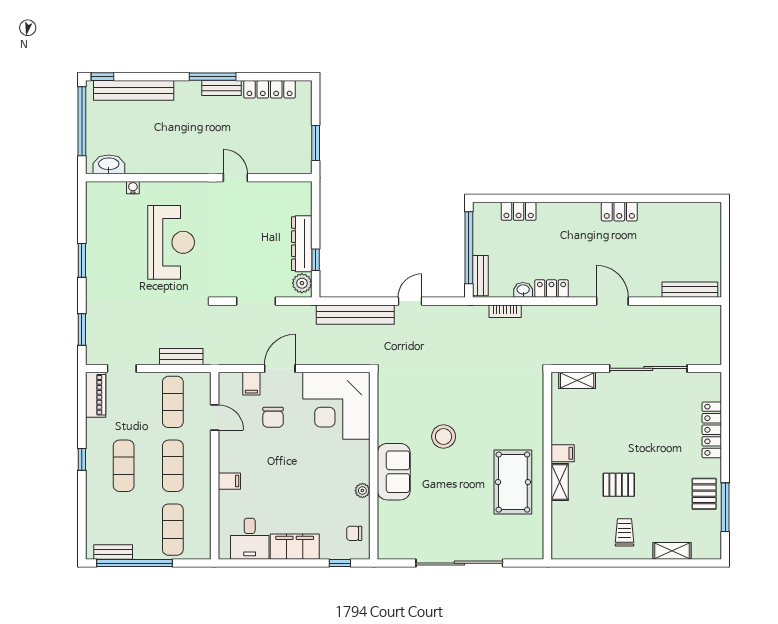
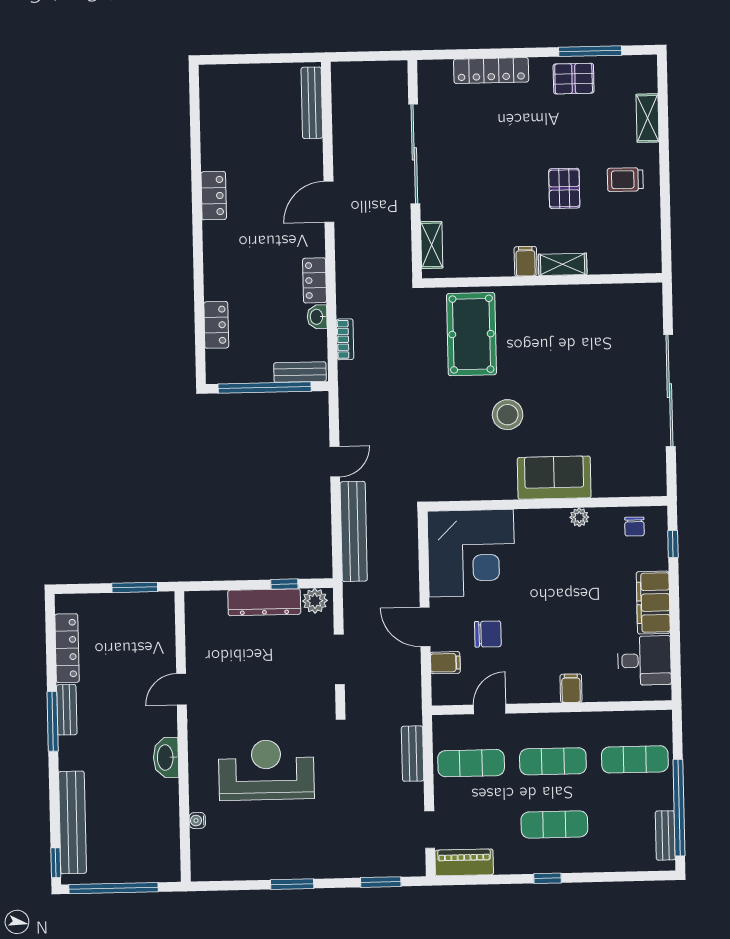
washbasin: (109, 164) -> (166, 757), moved
door: (410, 301) -> (335, 462), swing flipped
pool table: (513, 482) -> (471, 334), moved, turned 90

